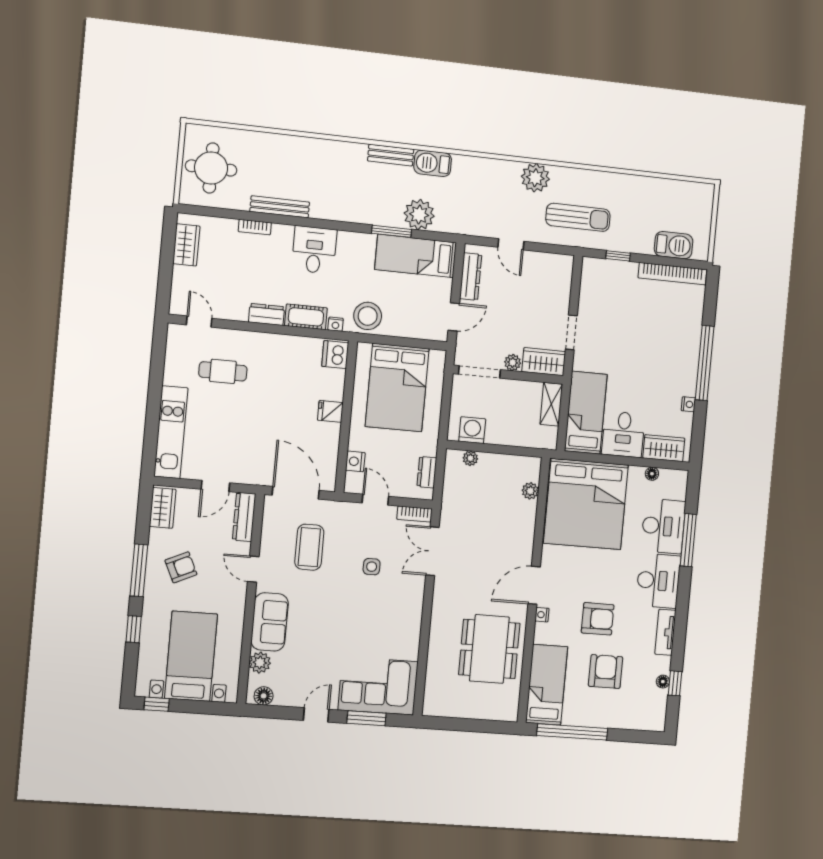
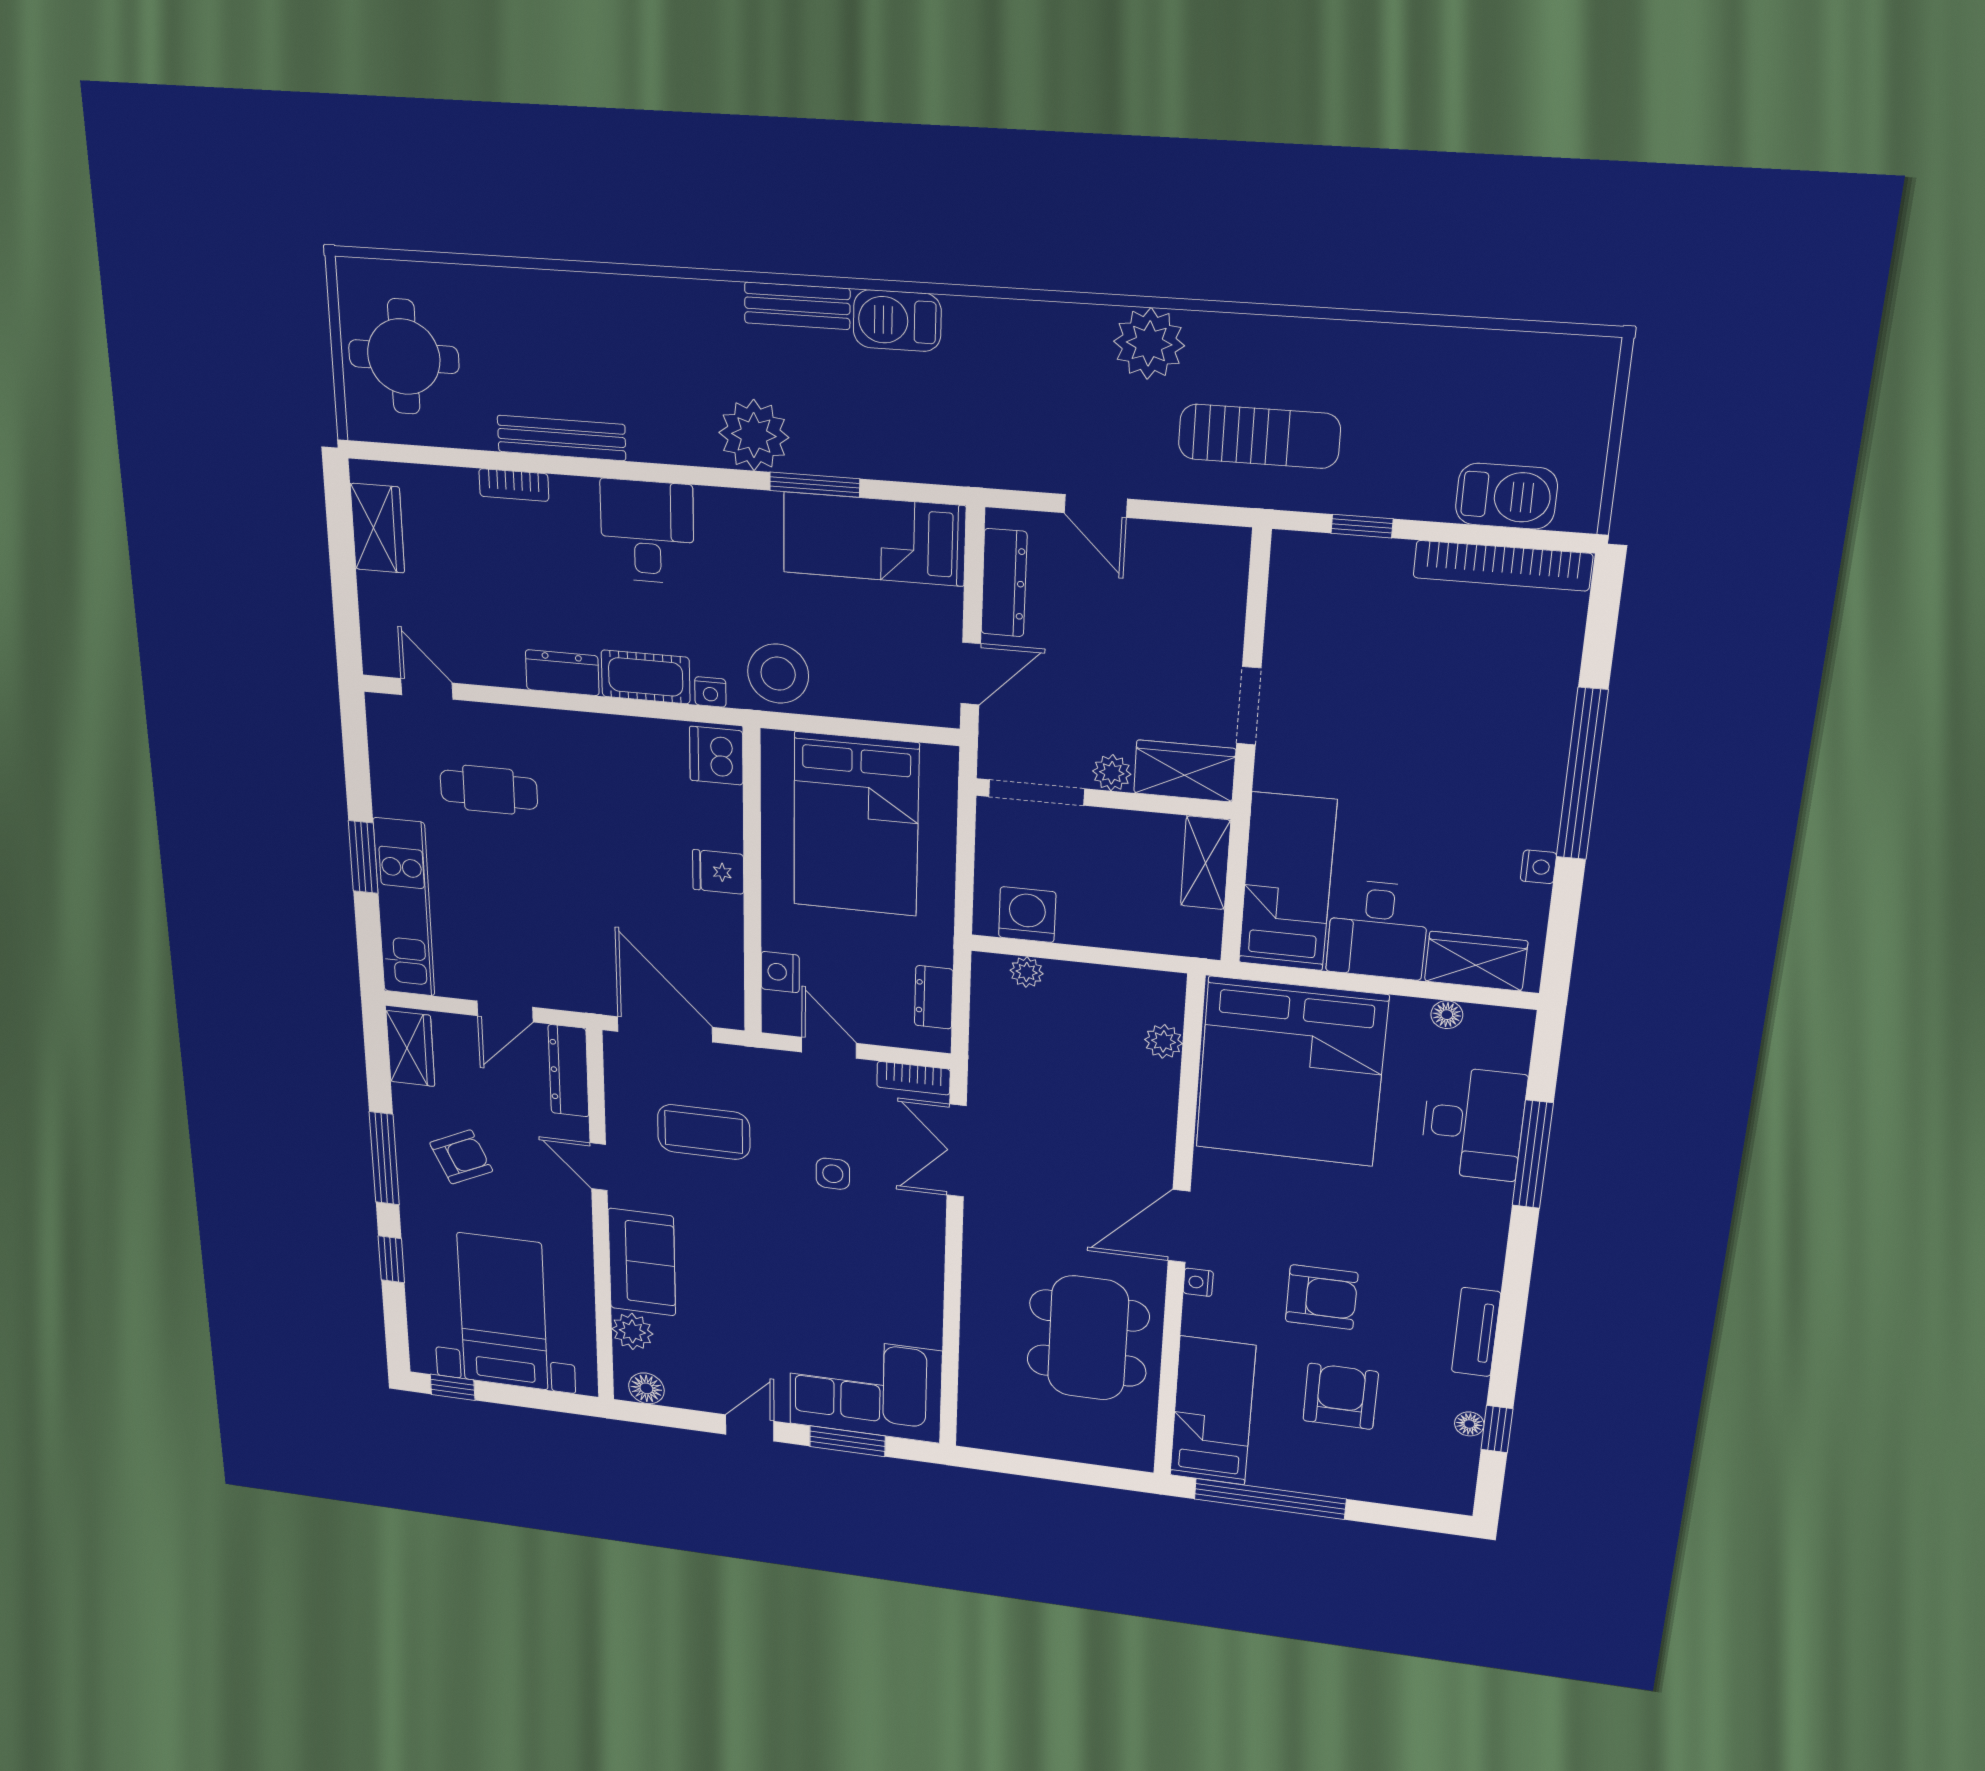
plant: (419, 215) -> (754, 435), moved
window: (154, 406) -> (363, 857), added
coffee table: (309, 547) -> (704, 1132), turned 90
desk: (658, 581) -> (1460, 1232), removed

